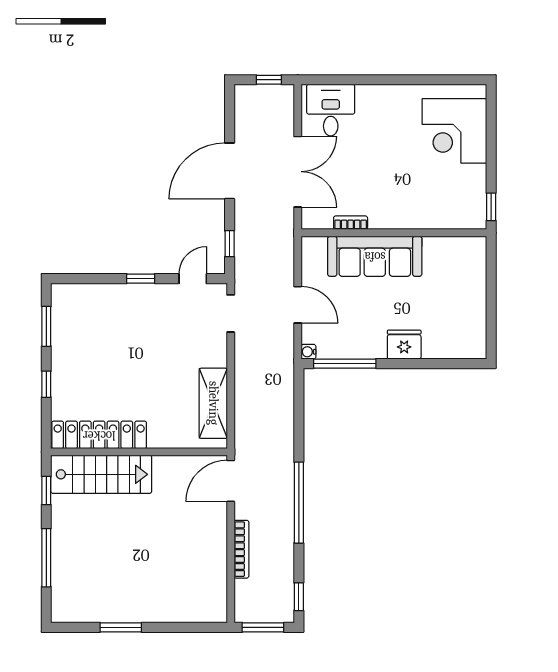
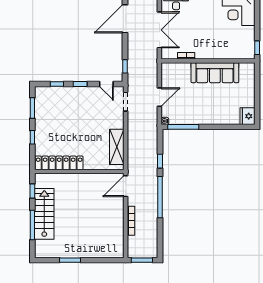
door: (230, 171) -> (125, 19), moved
sofa: (375, 256) -> (215, 73), moved
window: (95, 279) -> (57, 84), added
door: (193, 279) -> (106, 84), swing flipped
door: (298, 305) -> (159, 97), hinge flipped
fridge: (404, 345) -> (248, 116), moved, turned -90
stairs: (101, 474) -> (44, 214), moved, turned -90
window: (299, 597) -> (160, 161), moved

